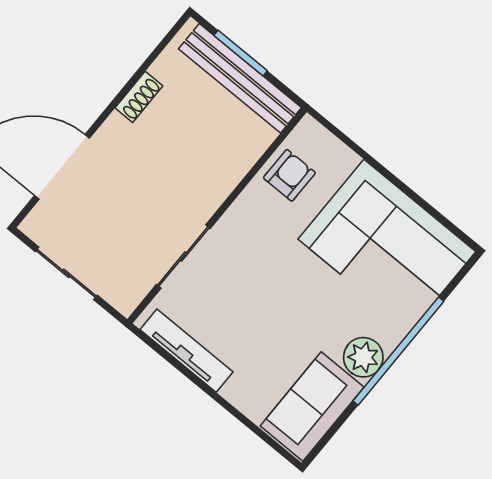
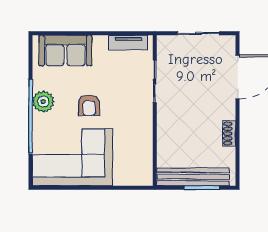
armchair: (289, 175) -> (89, 105), moved
tv unit: (186, 351) -> (128, 43), width x0.71
sofa: (312, 407) -> (65, 51), moved, turned 90

